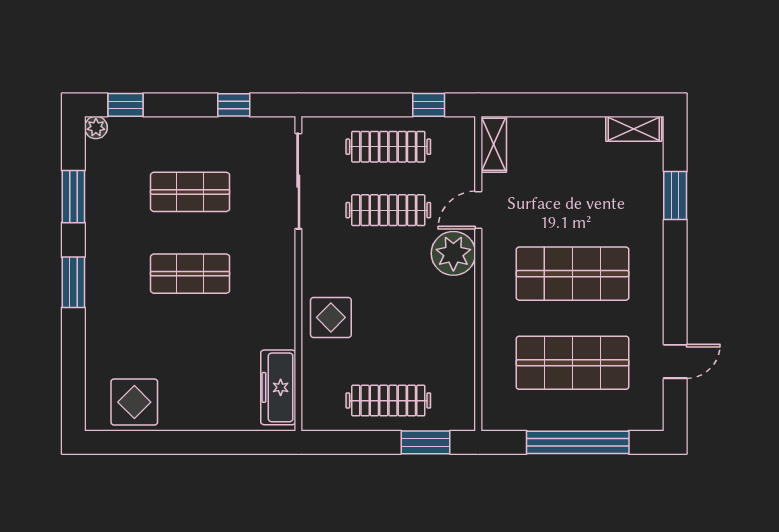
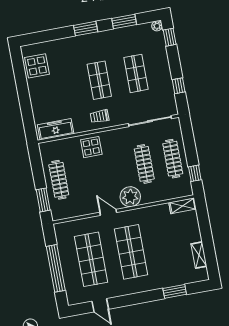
shelving: (634, 129) -> (199, 255), moved
door: (478, 210) -> (108, 212), moved
trolley: (268, 287) -> (100, 116), added

